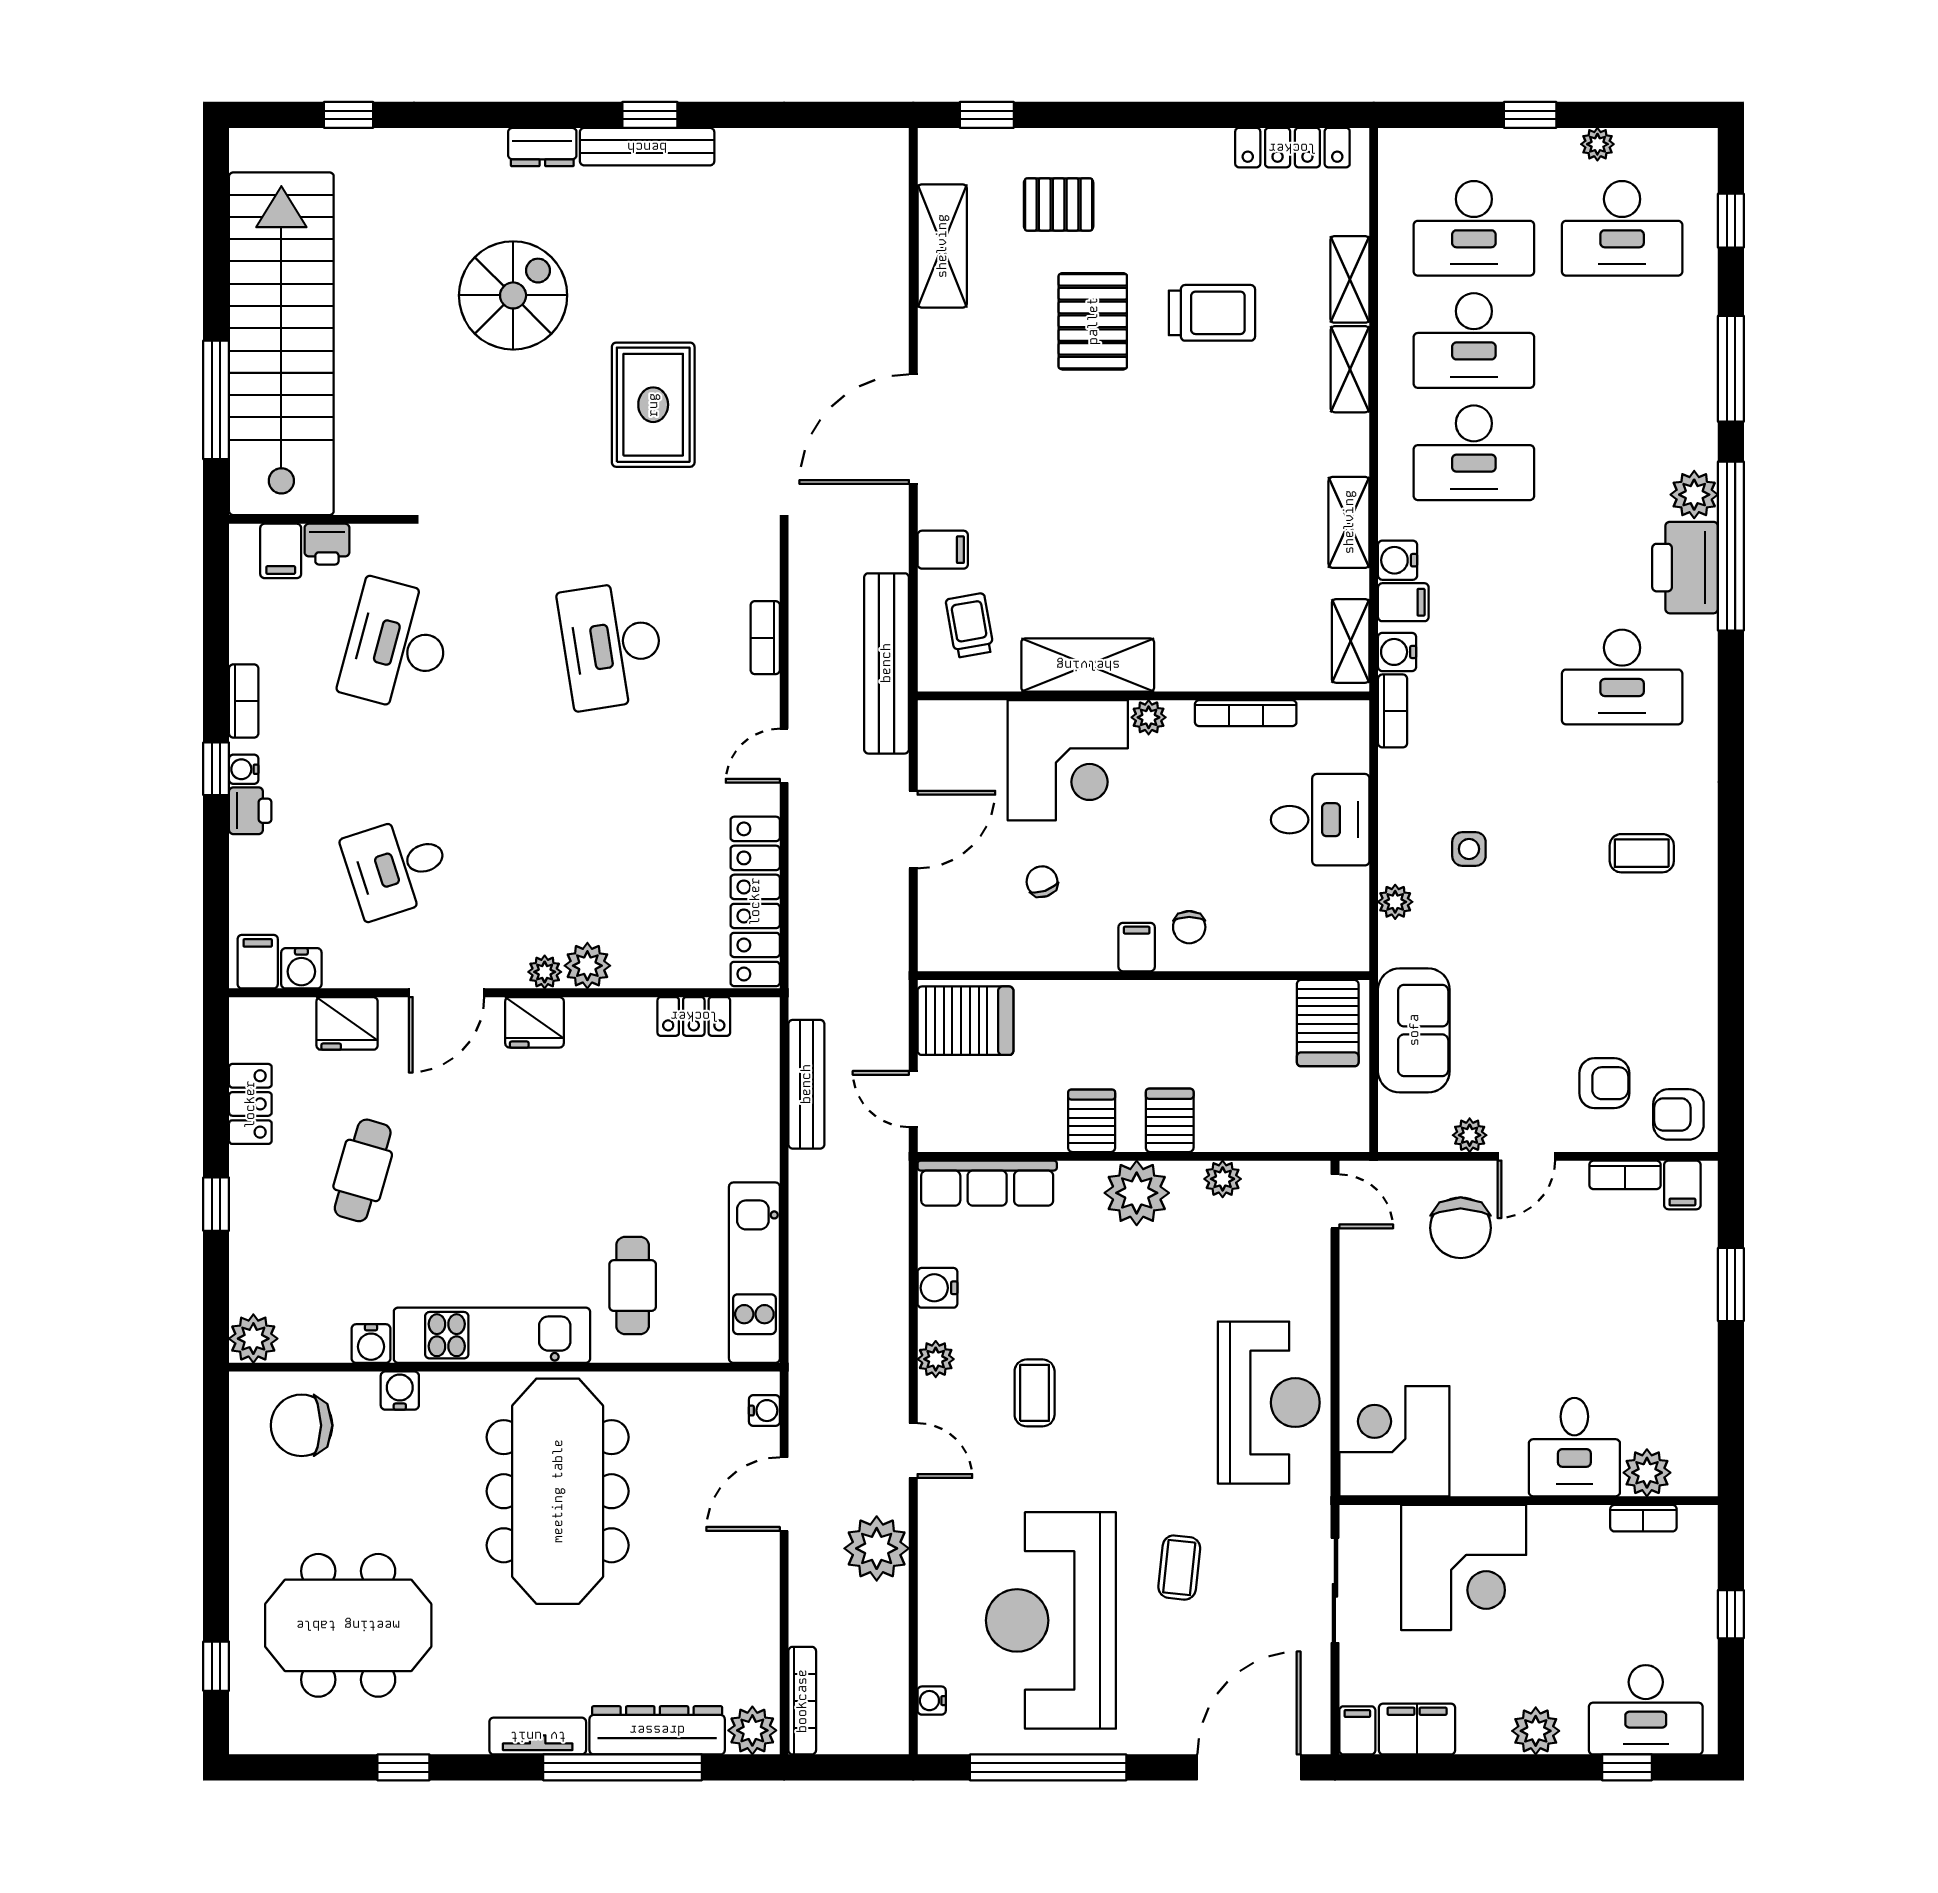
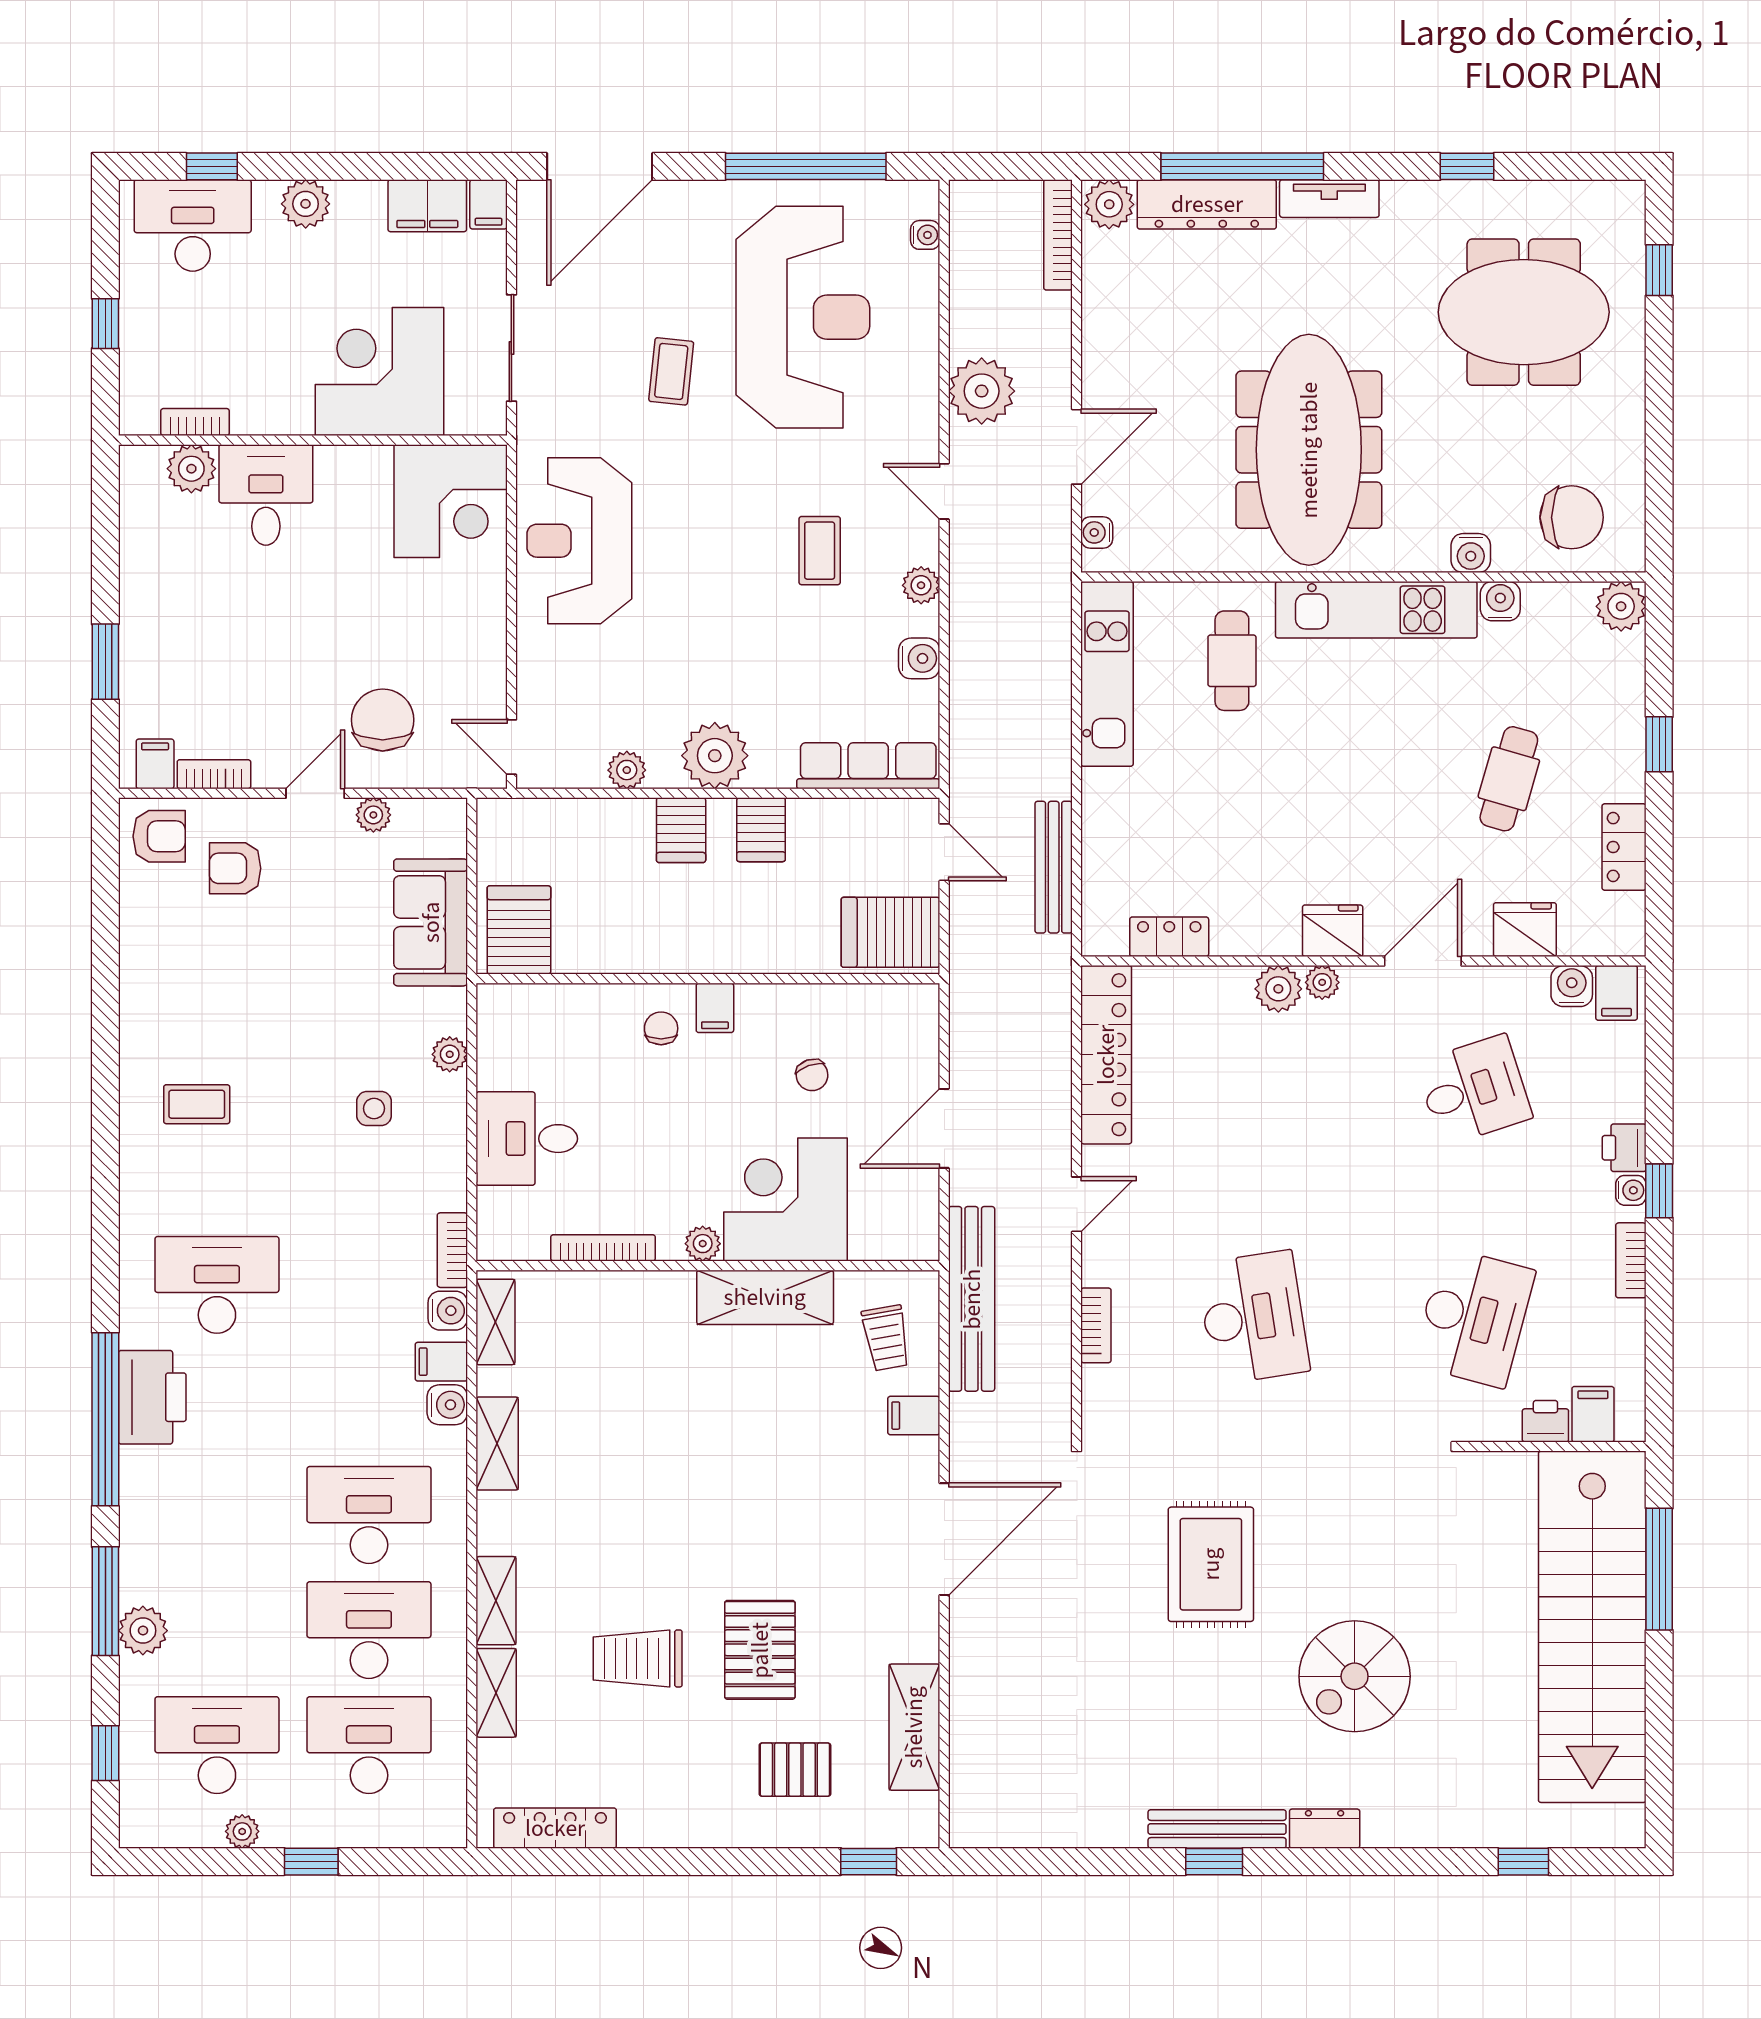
plant: (1694, 495) -> (143, 1631), moved

